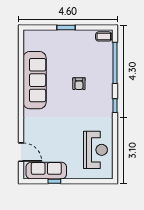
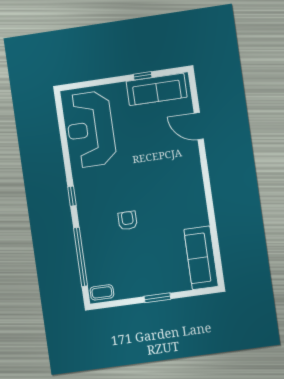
sofa: (35, 80) -> (201, 258), moved, width x0.74, depth x0.79
reception desk: (96, 150) -> (91, 129), width x1.36, depth x1.30
door: (21, 152) -> (199, 126), moved

